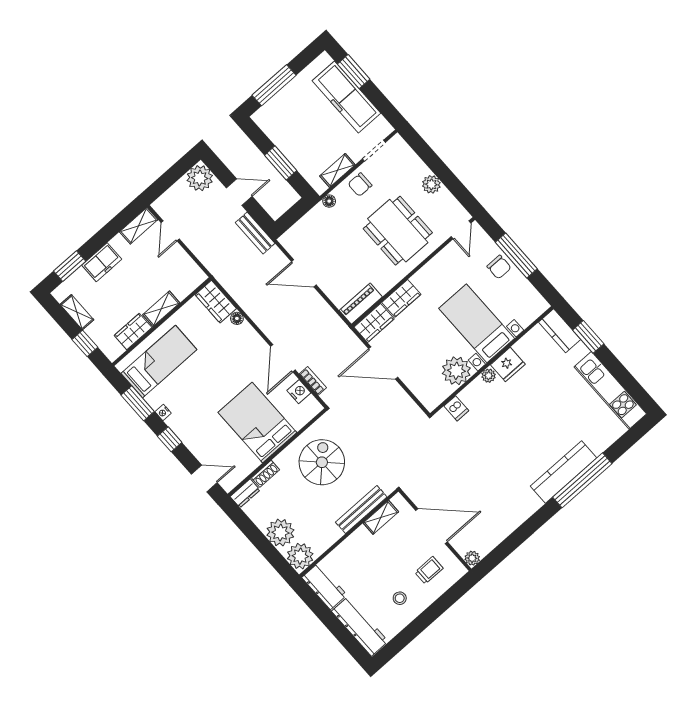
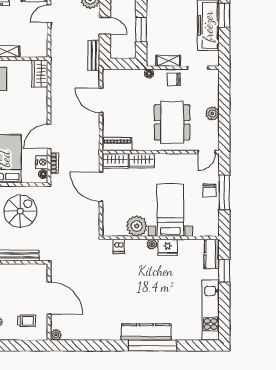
floor lamp: (237, 318) -> (43, 174), moved
shelving: (381, 517) -> (26, 269), removed

